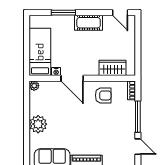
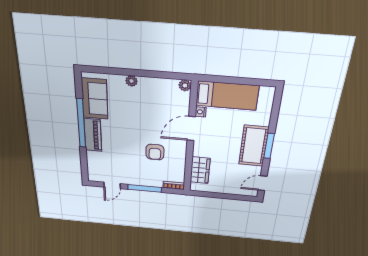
window: (63, 13) -> (269, 146), moved
cot: (89, 23) -> (254, 146), width x1.37, depth x1.34
armchair: (103, 95) -> (155, 152), moved
plant: (38, 124) -> (132, 81), width x0.53, depth x0.53

